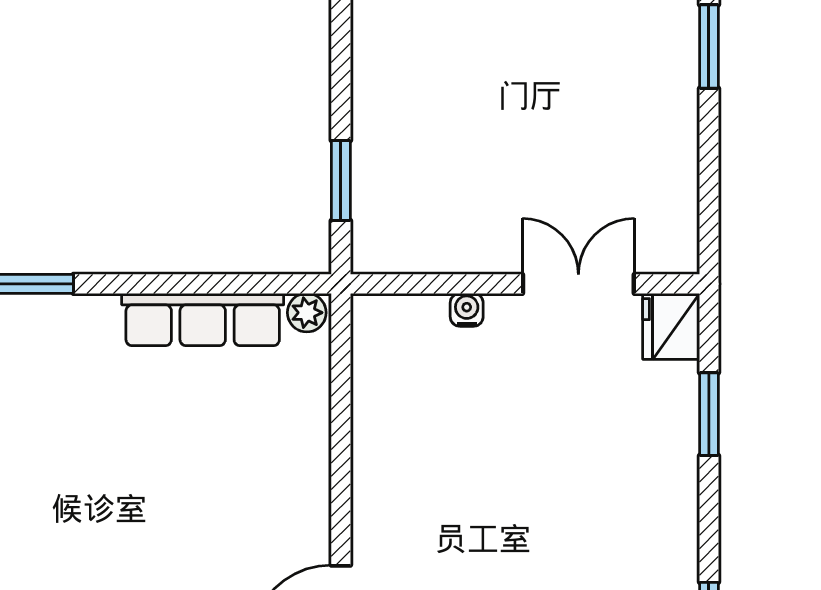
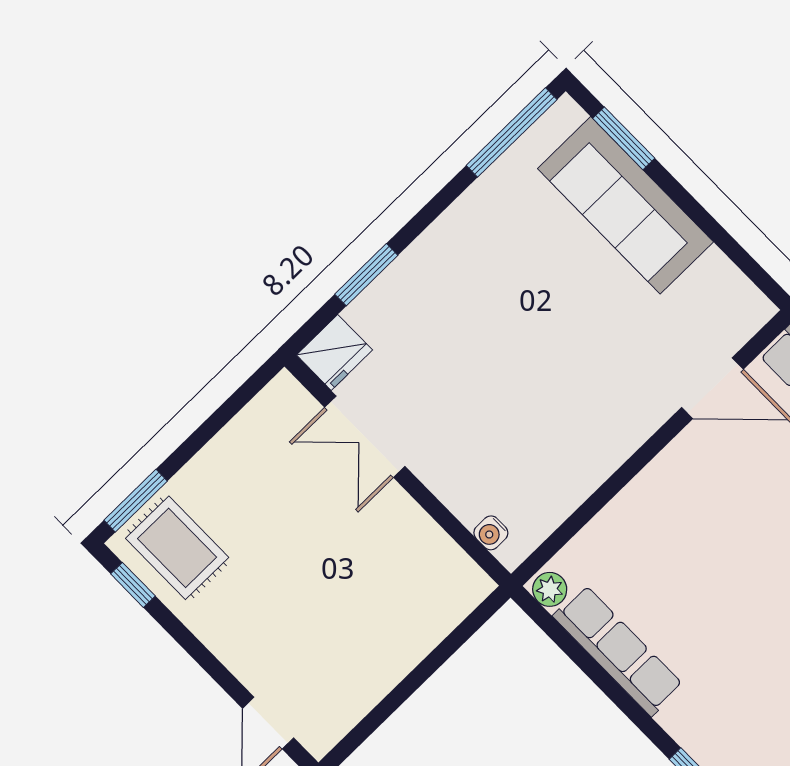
rug: (637, 43) -> (177, 548), added
window: (341, 181) -> (446, 649), removed
water cooler: (467, 310) -> (491, 533), moved

